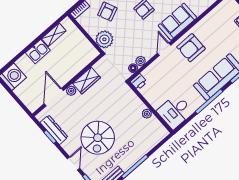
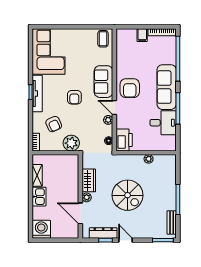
plant: (141, 61) -> (108, 120), moved
printer: (139, 82) -> (124, 140), width x1.87, depth x1.48
desk: (175, 111) -> (163, 123), moved, turned -90
spiral stairs: (98, 138) -> (128, 195), moved
door: (73, 163) -> (125, 240), moved

